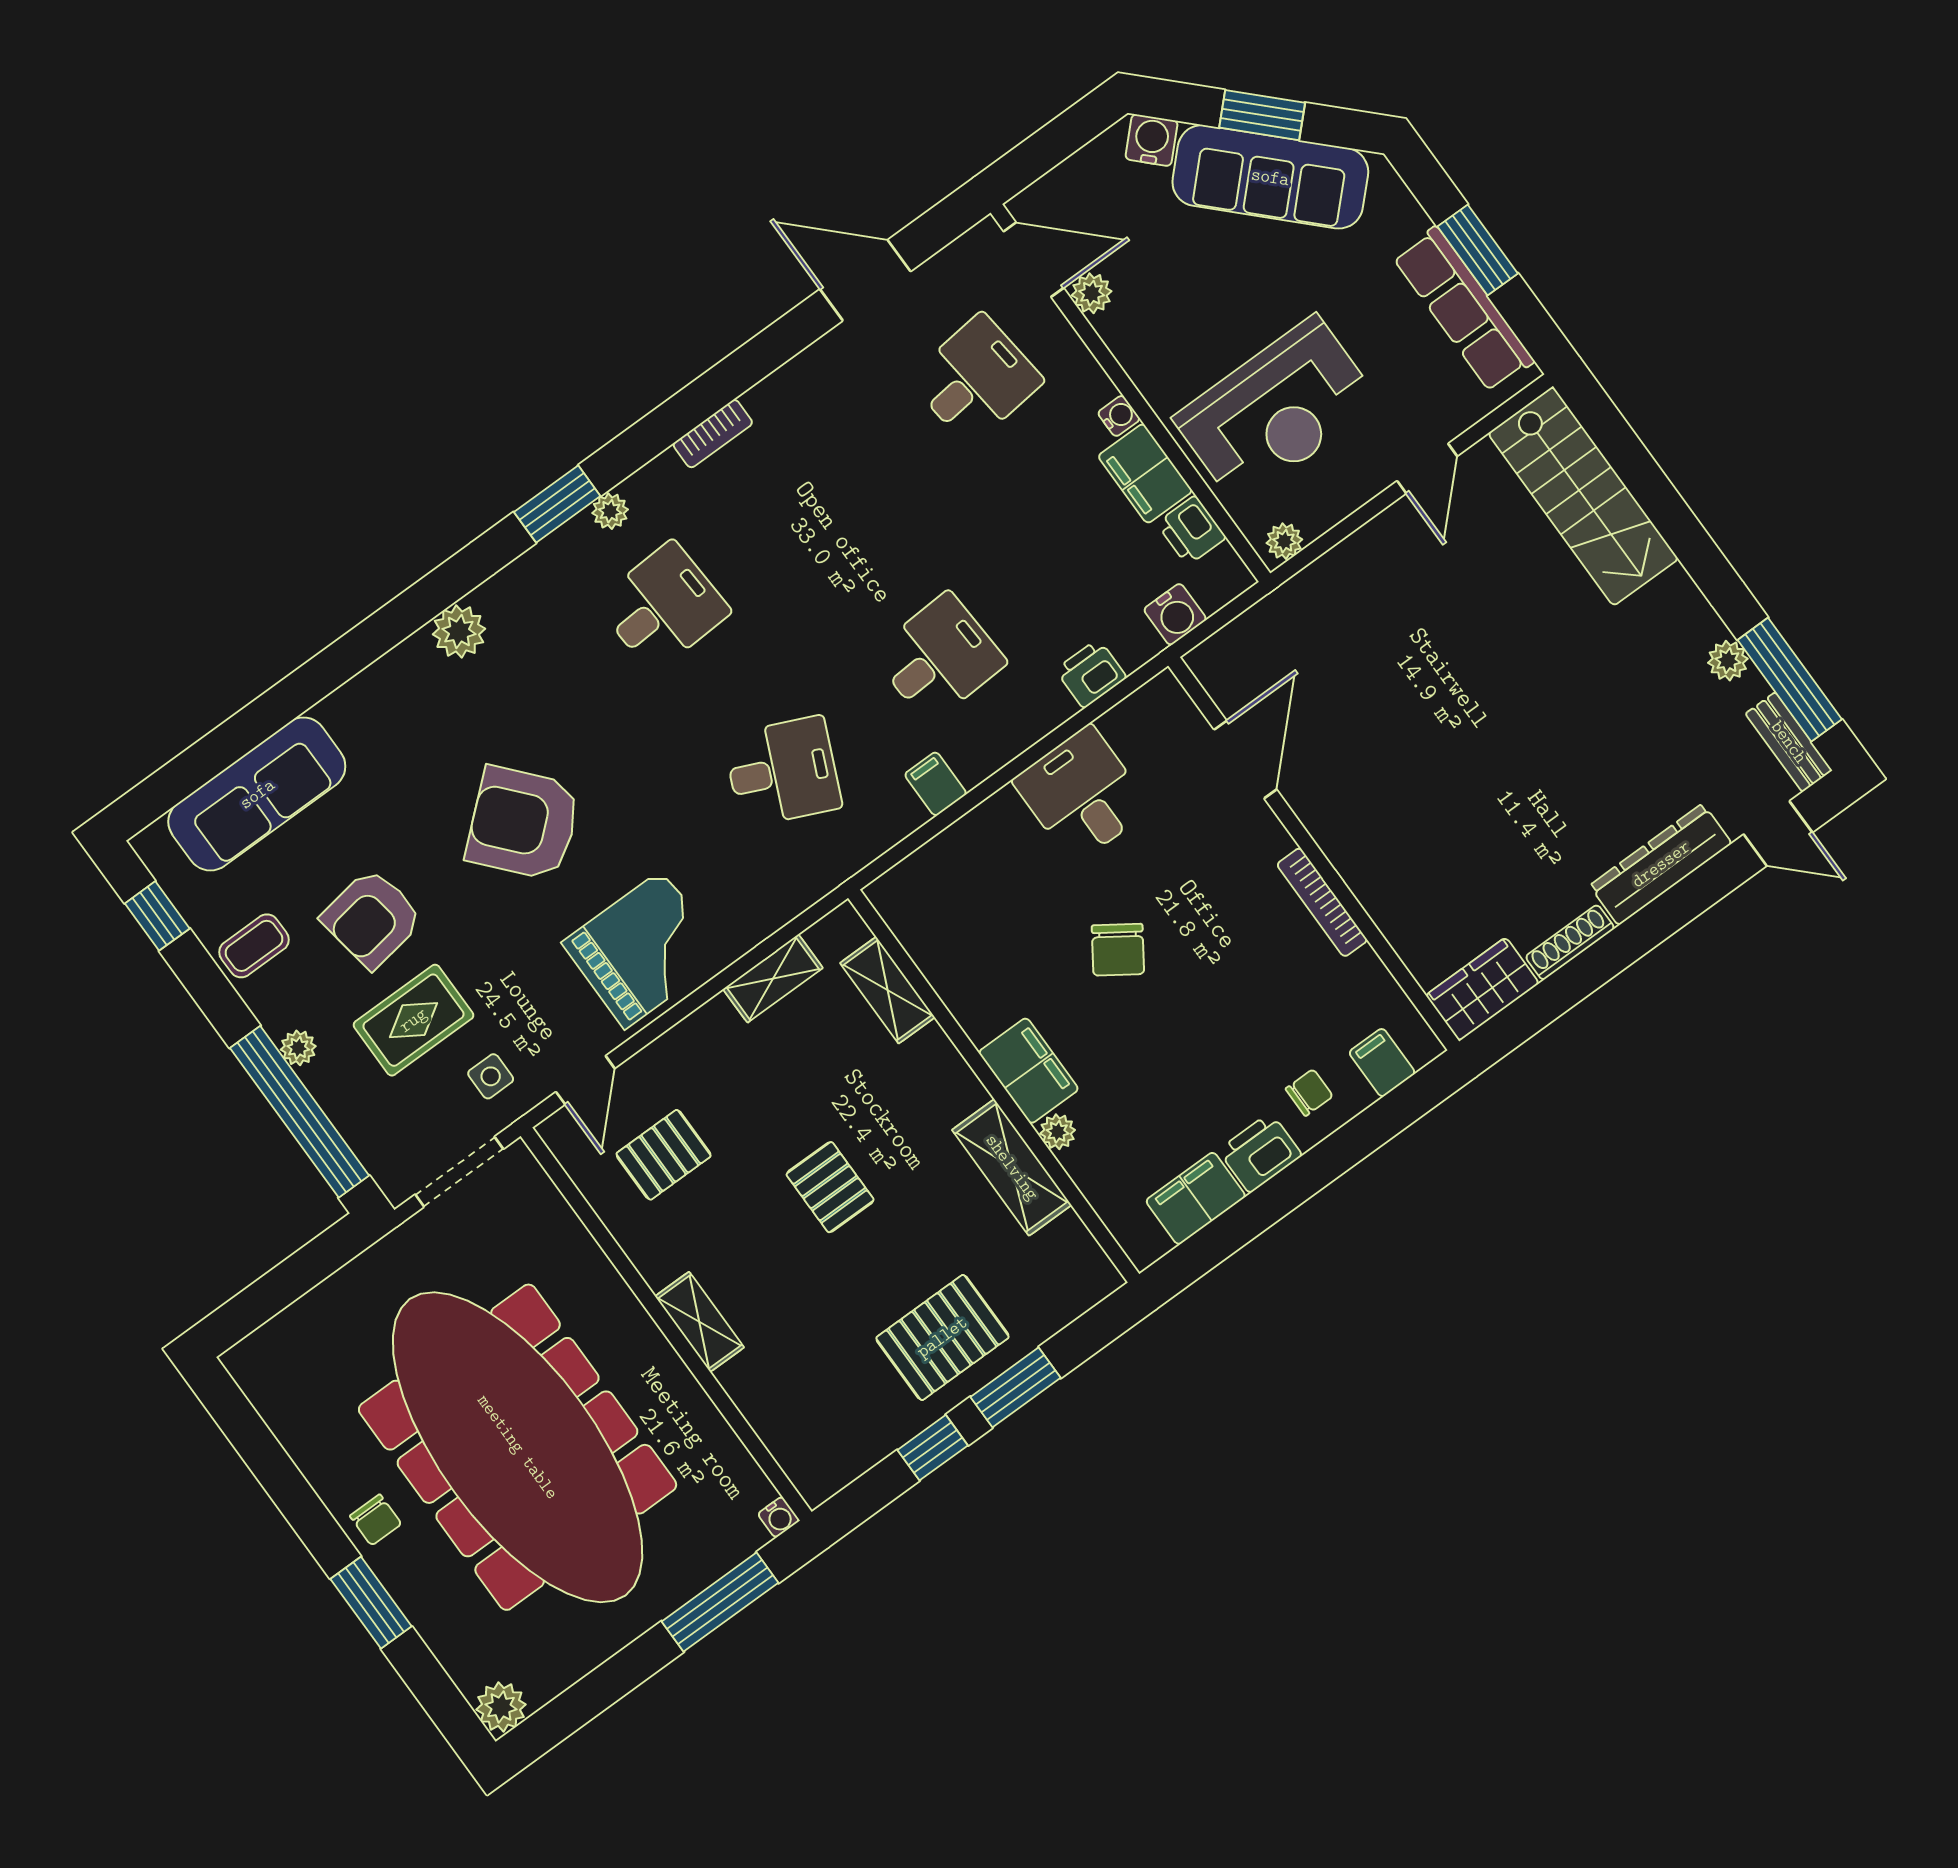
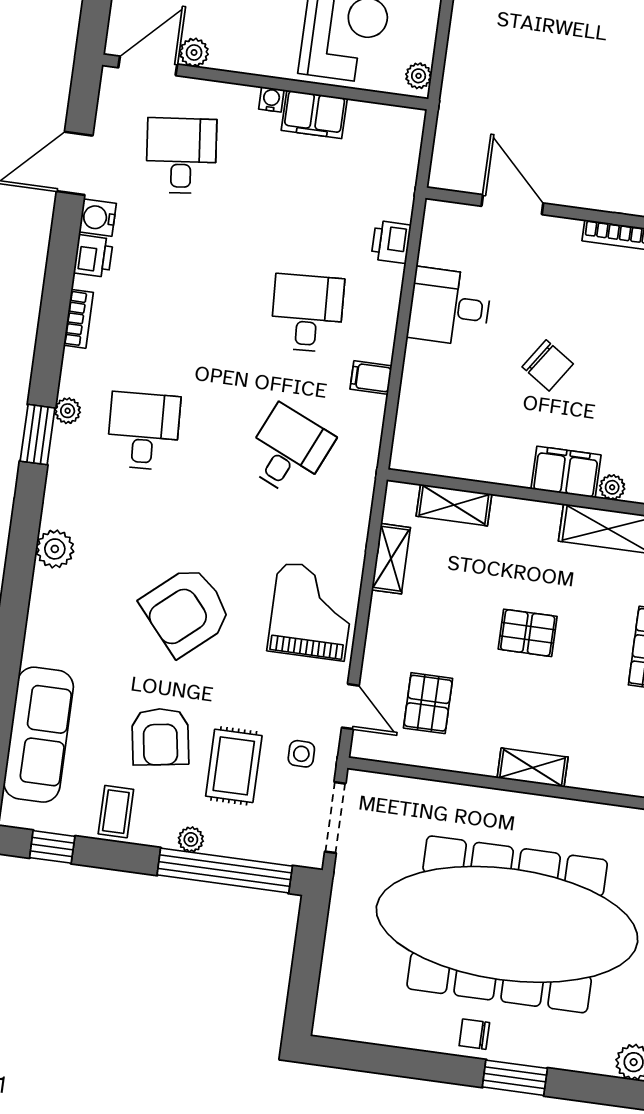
printer: (1191, 530) -> (93, 256), moved, turned -90
water cooler: (1175, 614) -> (98, 218), moved, turned 180
chair: (376, 1520) -> (474, 1034), turned 180

